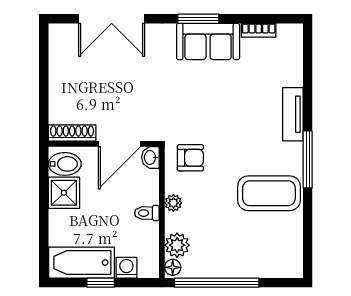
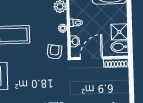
washbasin: (150, 157) -> (75, 41), moved
armchair: (190, 158) -> (54, 52), turned 98

